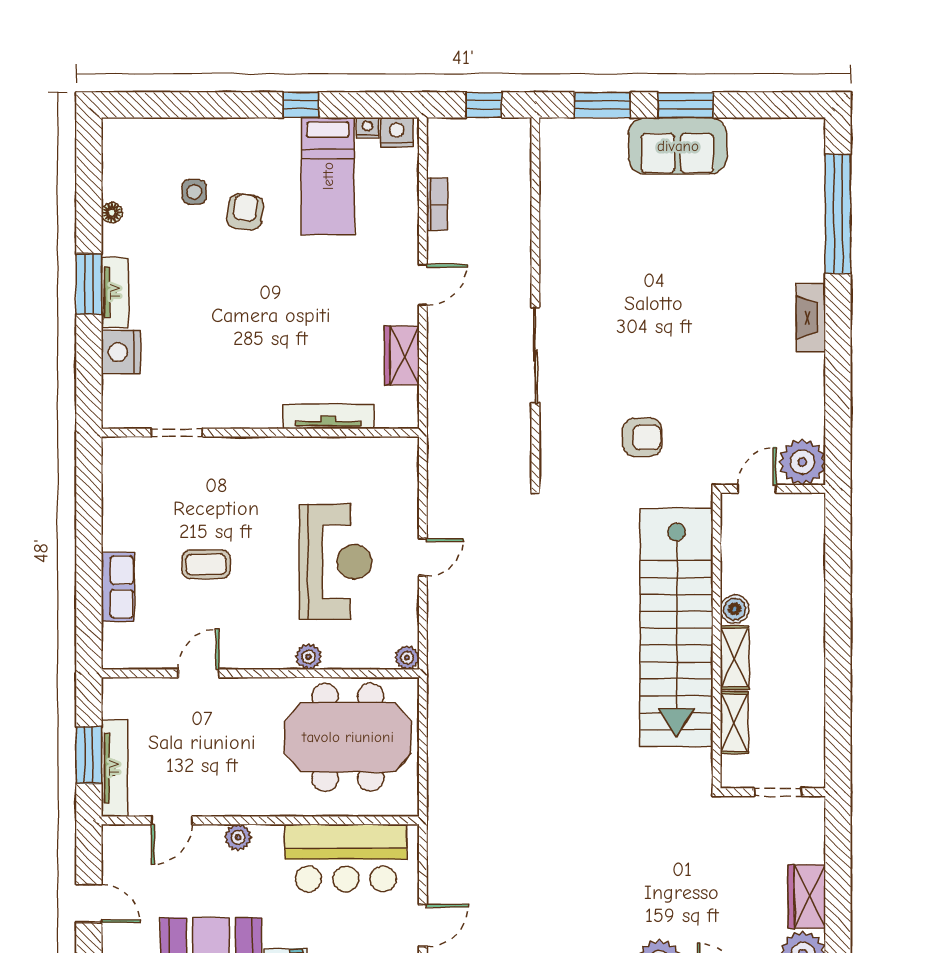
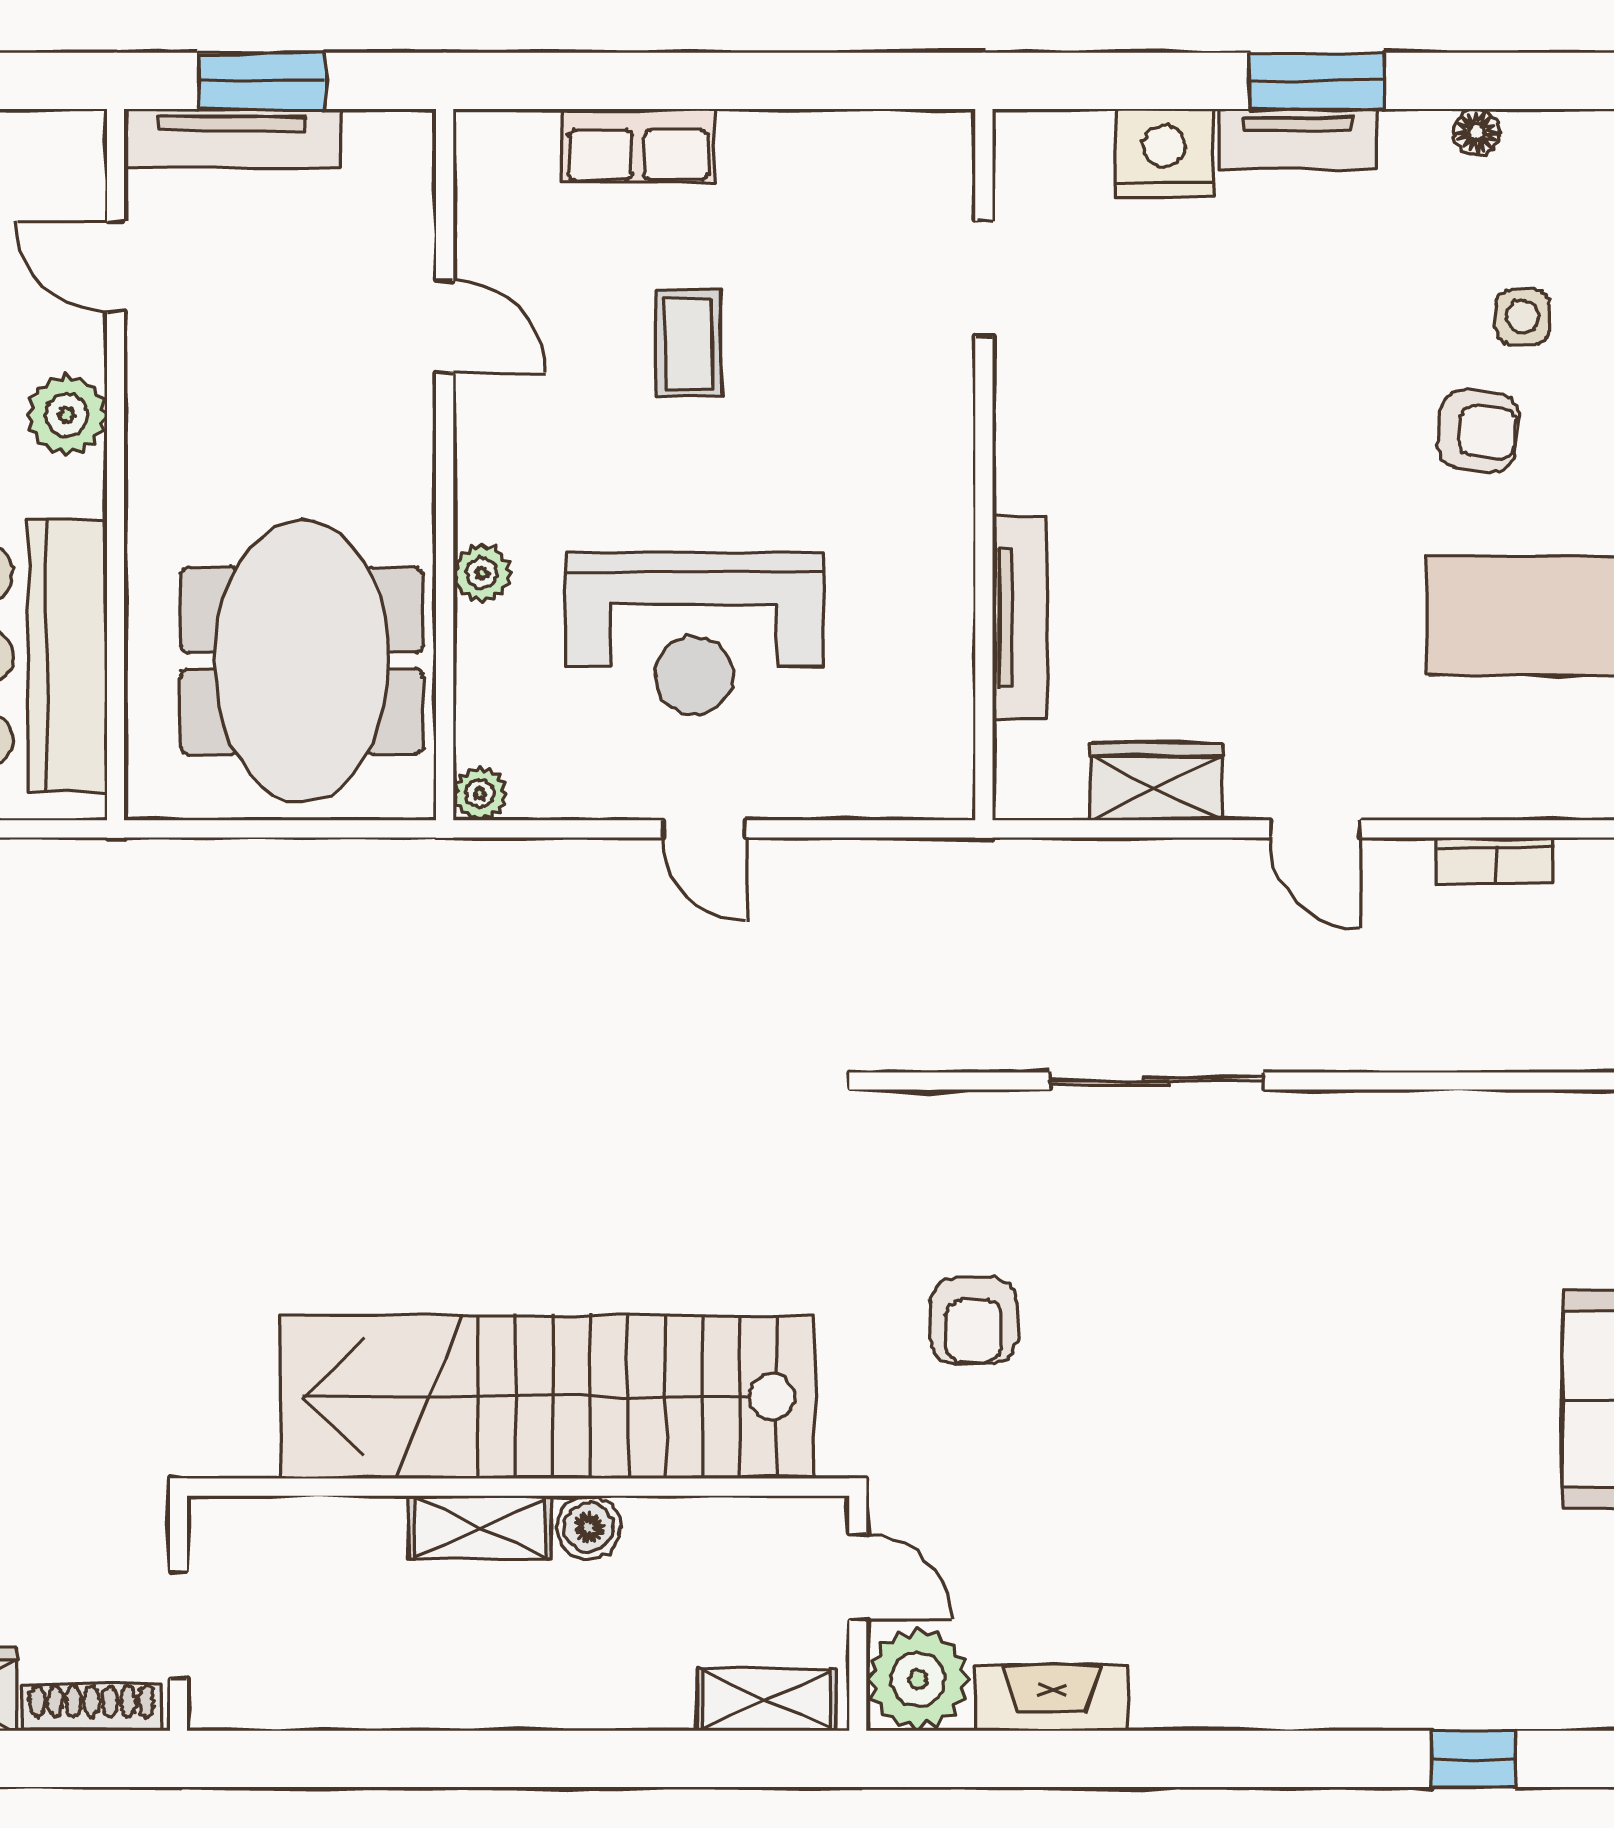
window: (838, 214) -> (1474, 1759), width x0.32
fireplace: (811, 318) -> (1052, 1698), moved
shelving: (734, 723) -> (766, 1700), moved
shoe rack: (815, 831) -> (92, 1707), added
plant: (238, 837) -> (66, 415), width x1.38, depth x1.38

